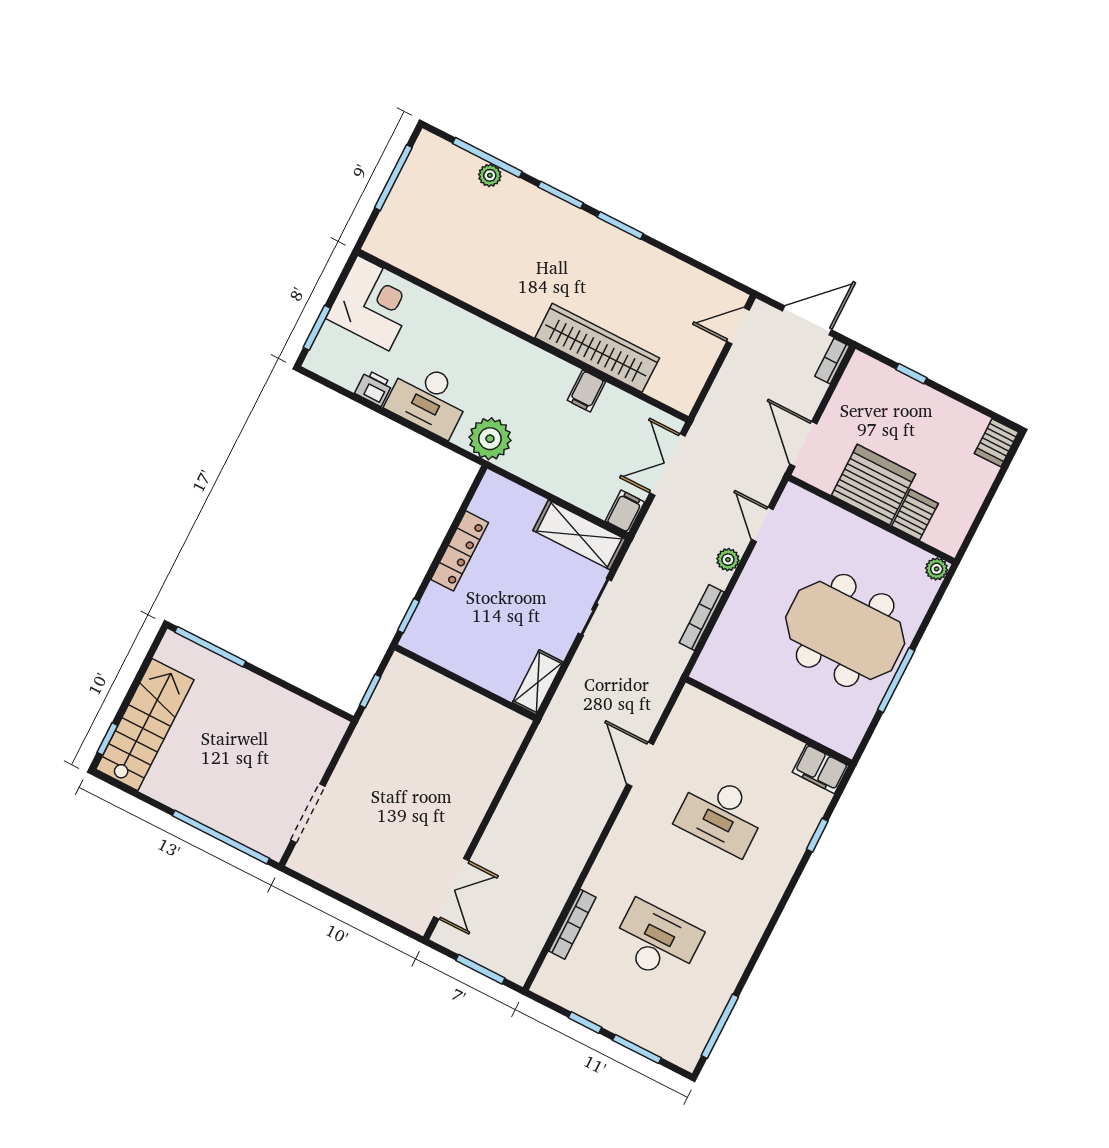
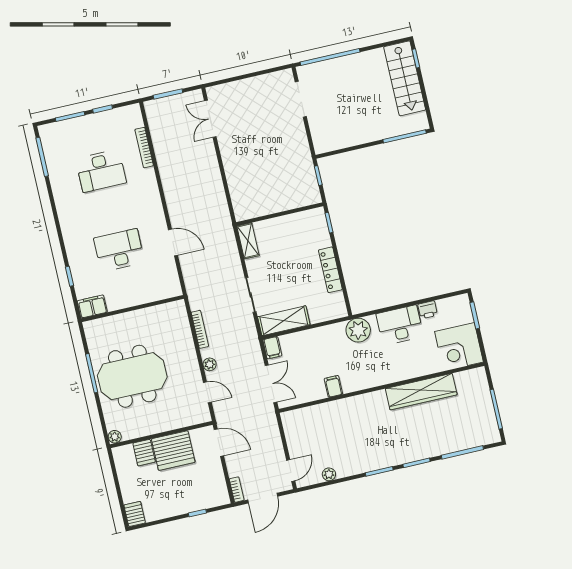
plant: (490, 175) -> (329, 474), moved
wardrobe: (597, 348) -> (421, 392), moved

